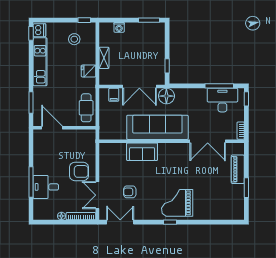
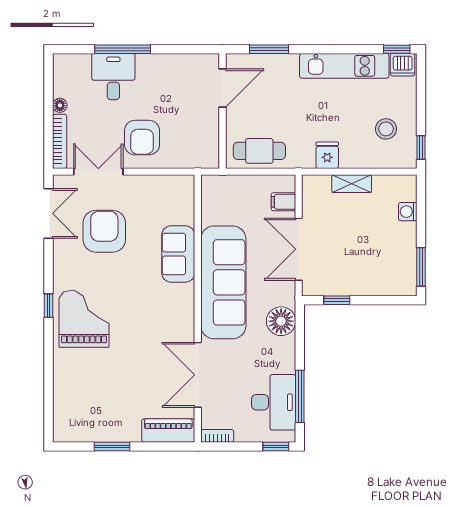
floor lamp: (166, 96) -> (281, 321), moved
piano: (238, 169) -> (168, 431), moved
armchair: (130, 192) -> (104, 231), width x1.88, depth x1.88

